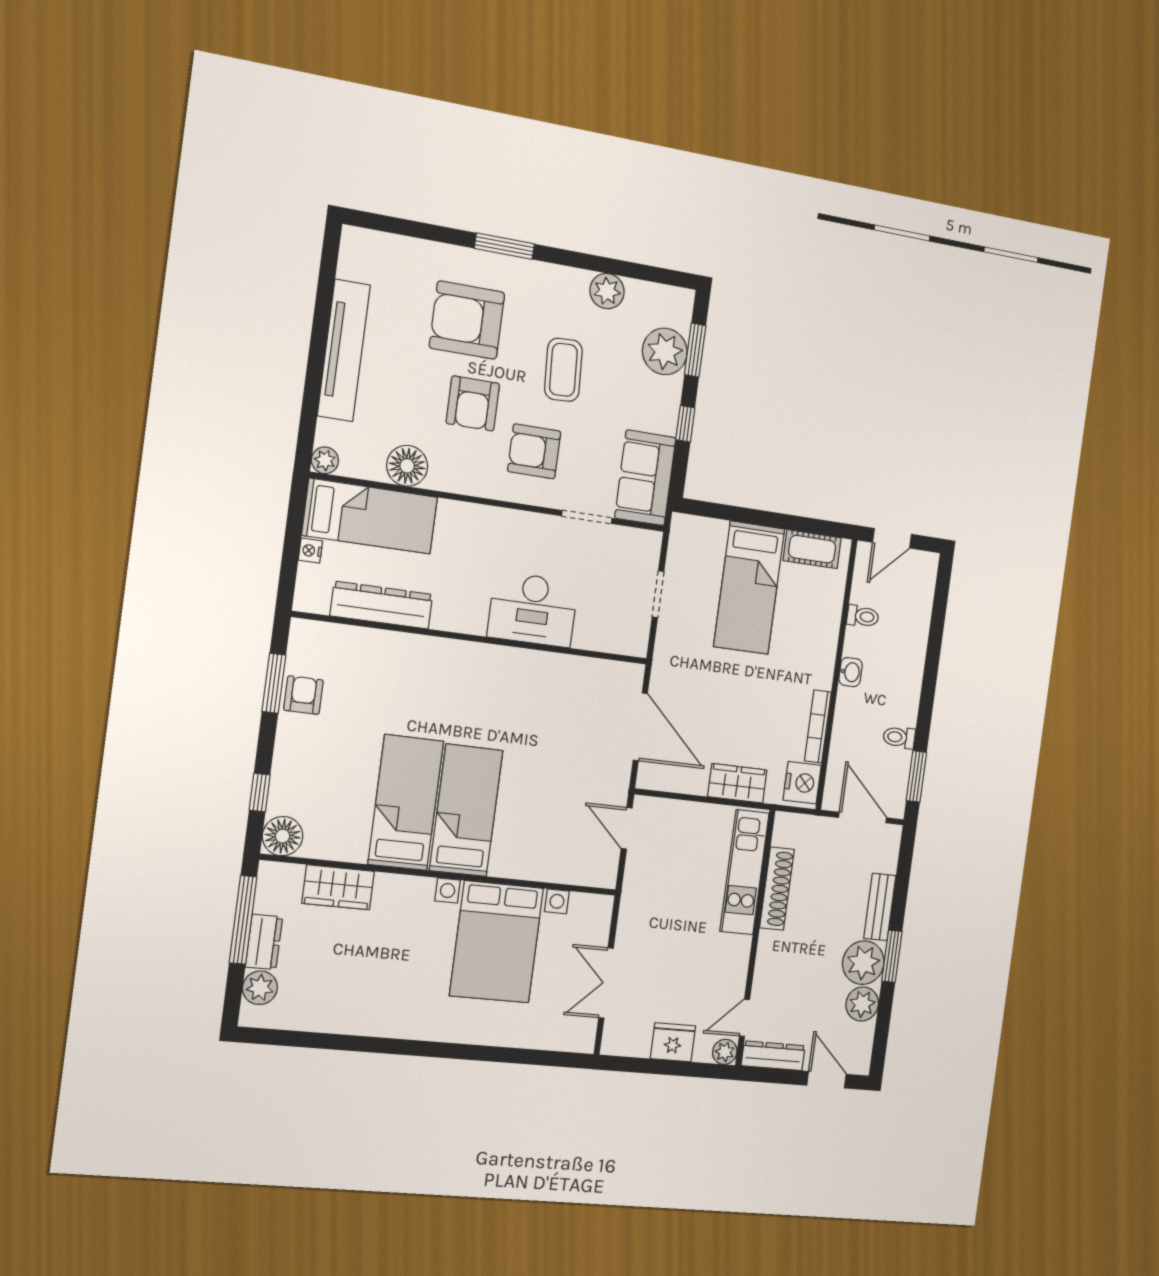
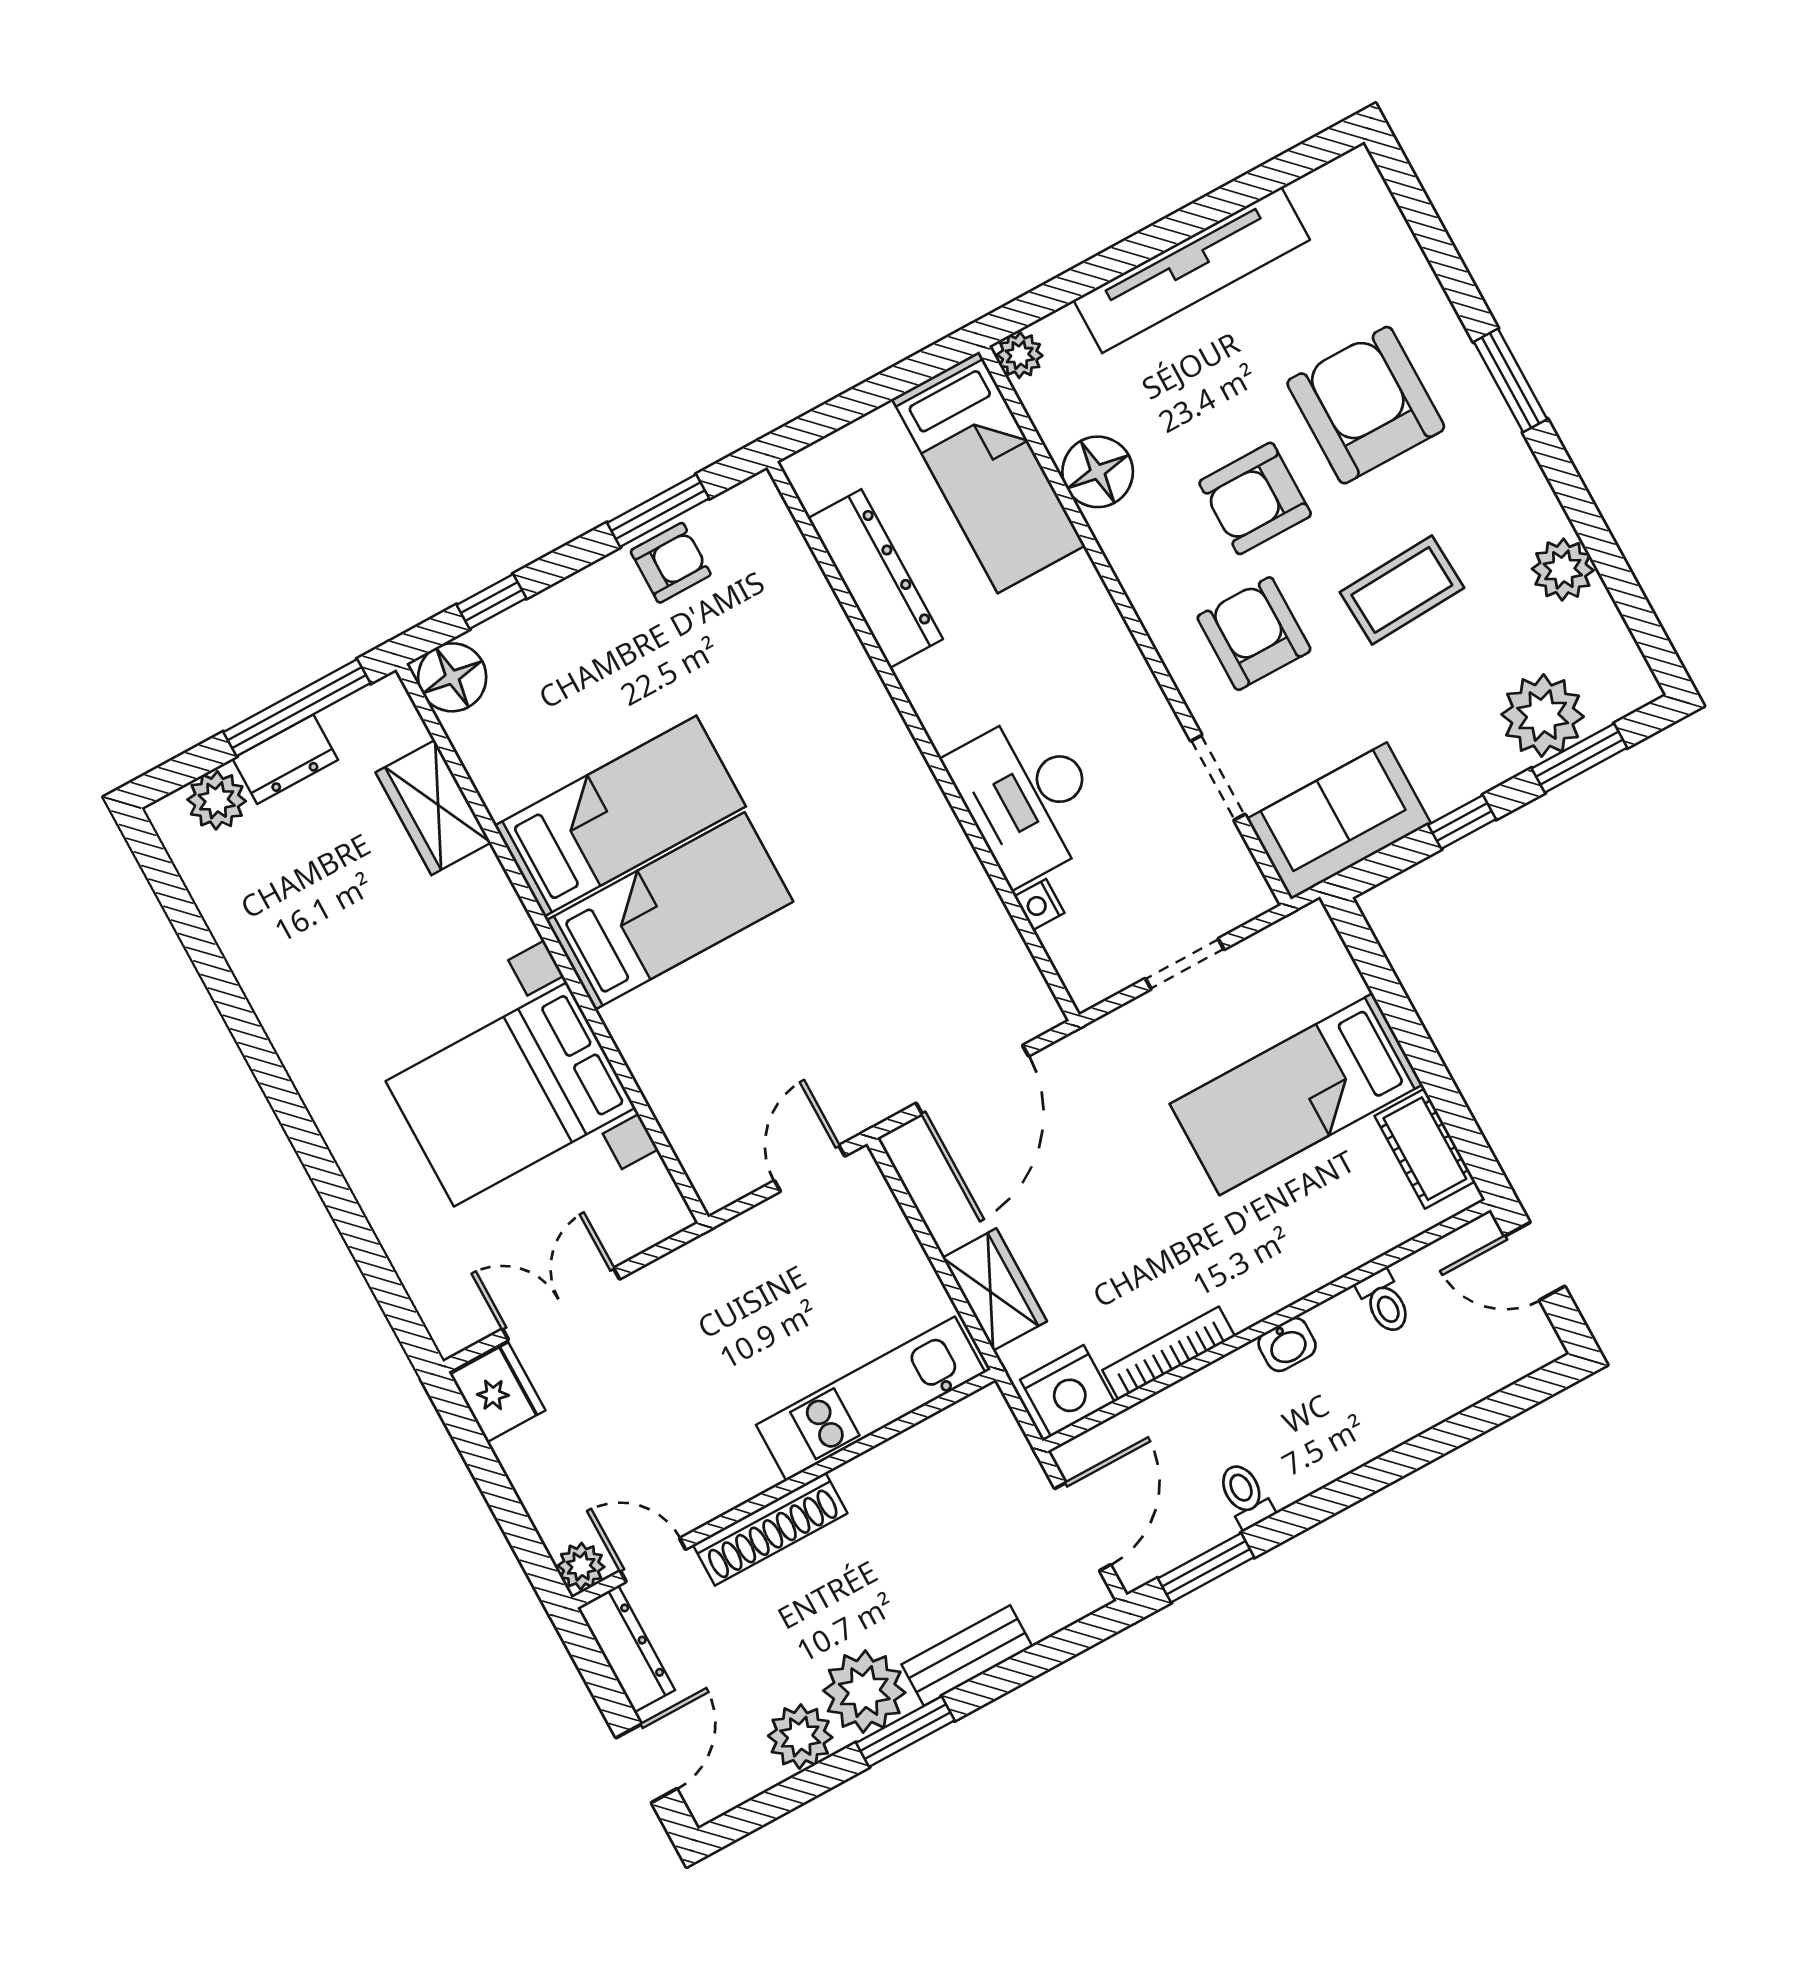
nightstand: (310, 551) -> (1039, 905), moved, turned -90
shoe rack: (777, 889) -> (770, 1529), moved
fridge: (673, 1042) -> (498, 1392), moved

